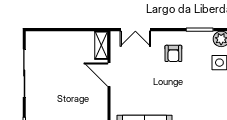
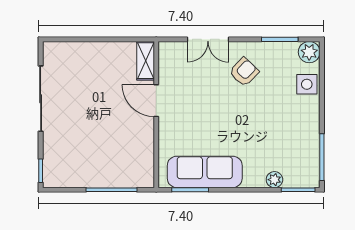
double door: (135, 30) -> (208, 39), moved
armchair: (173, 53) -> (244, 72), turned -136

